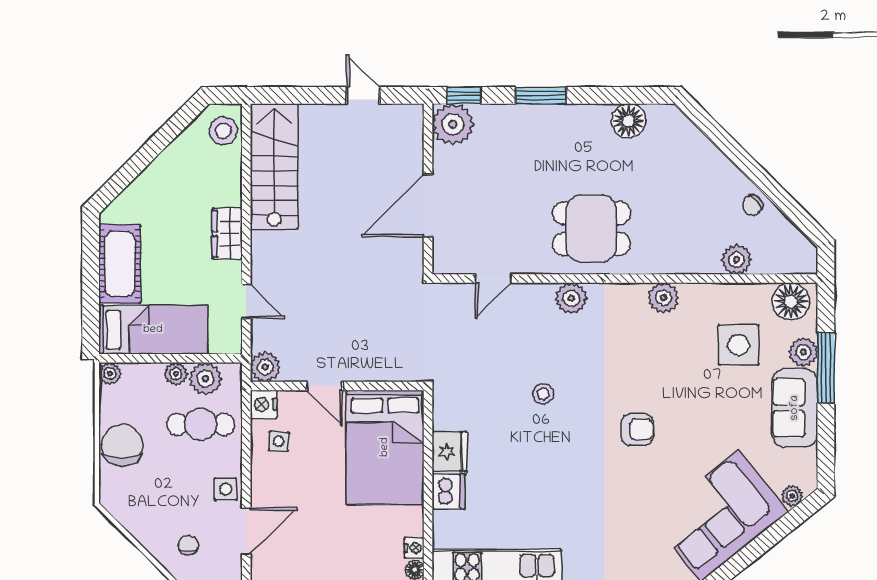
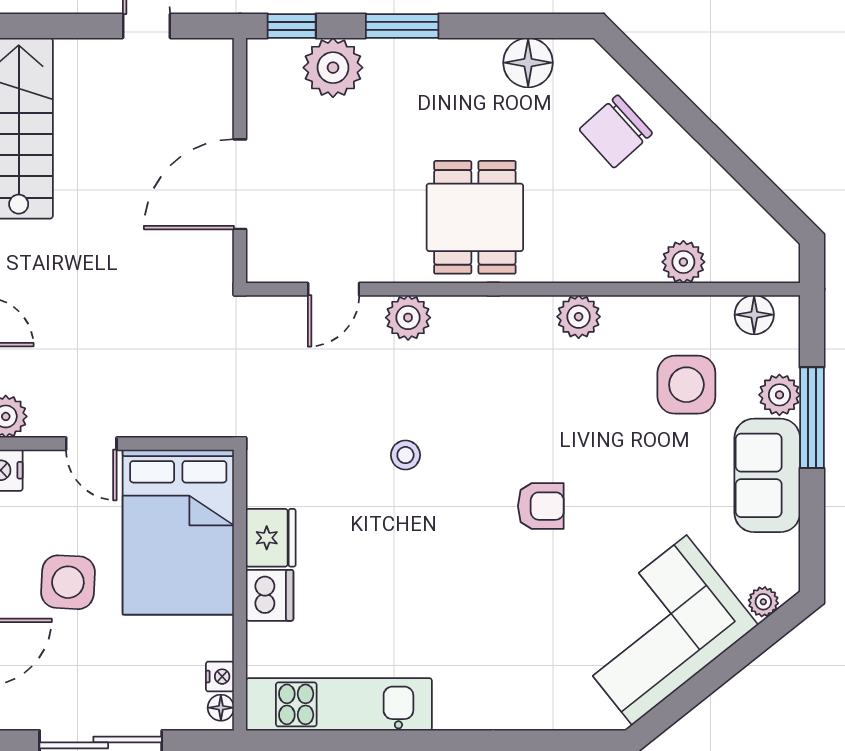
plant: (453, 124) -> (333, 68), moved
chair: (753, 205) -> (616, 131), moved, width x1.87, depth x1.87
dining table: (591, 228) -> (475, 217), turned 90
plant: (571, 298) -> (408, 318), moved
floor lamp: (791, 301) -> (754, 315), width x0.73, depth x0.73
side table: (279, 441) -> (68, 582), moved, width x1.87, depth x1.87

